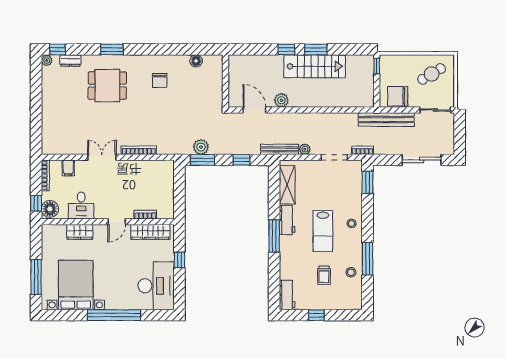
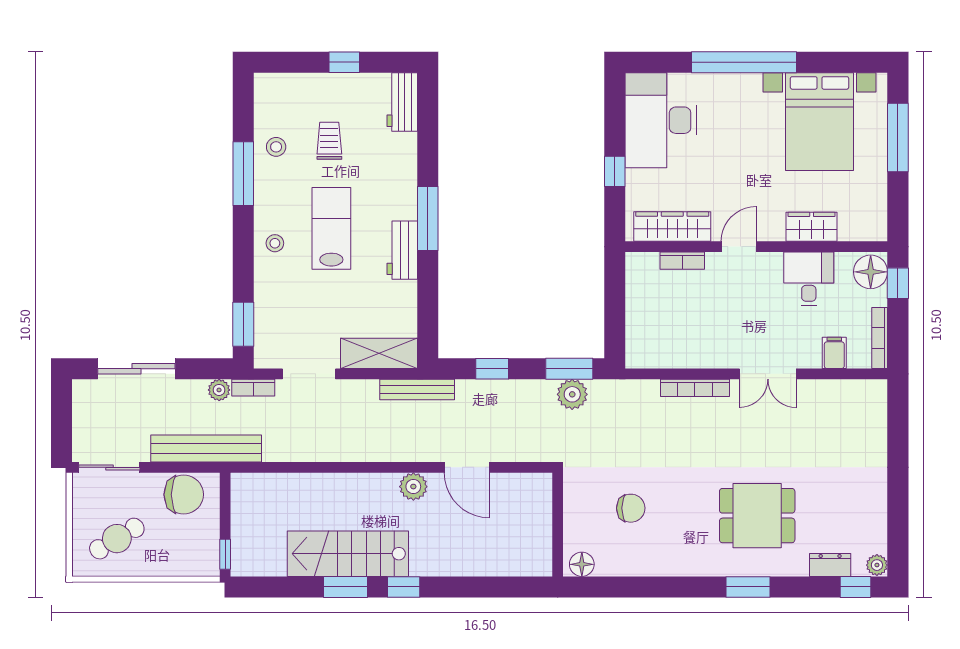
chair: (160, 81) -> (631, 508), moved, turned 90
wall: (225, 81) -> (558, 525), moved
plant: (305, 149) -> (219, 390), moved
shelving: (287, 185) -> (379, 353), moved, turned 90

